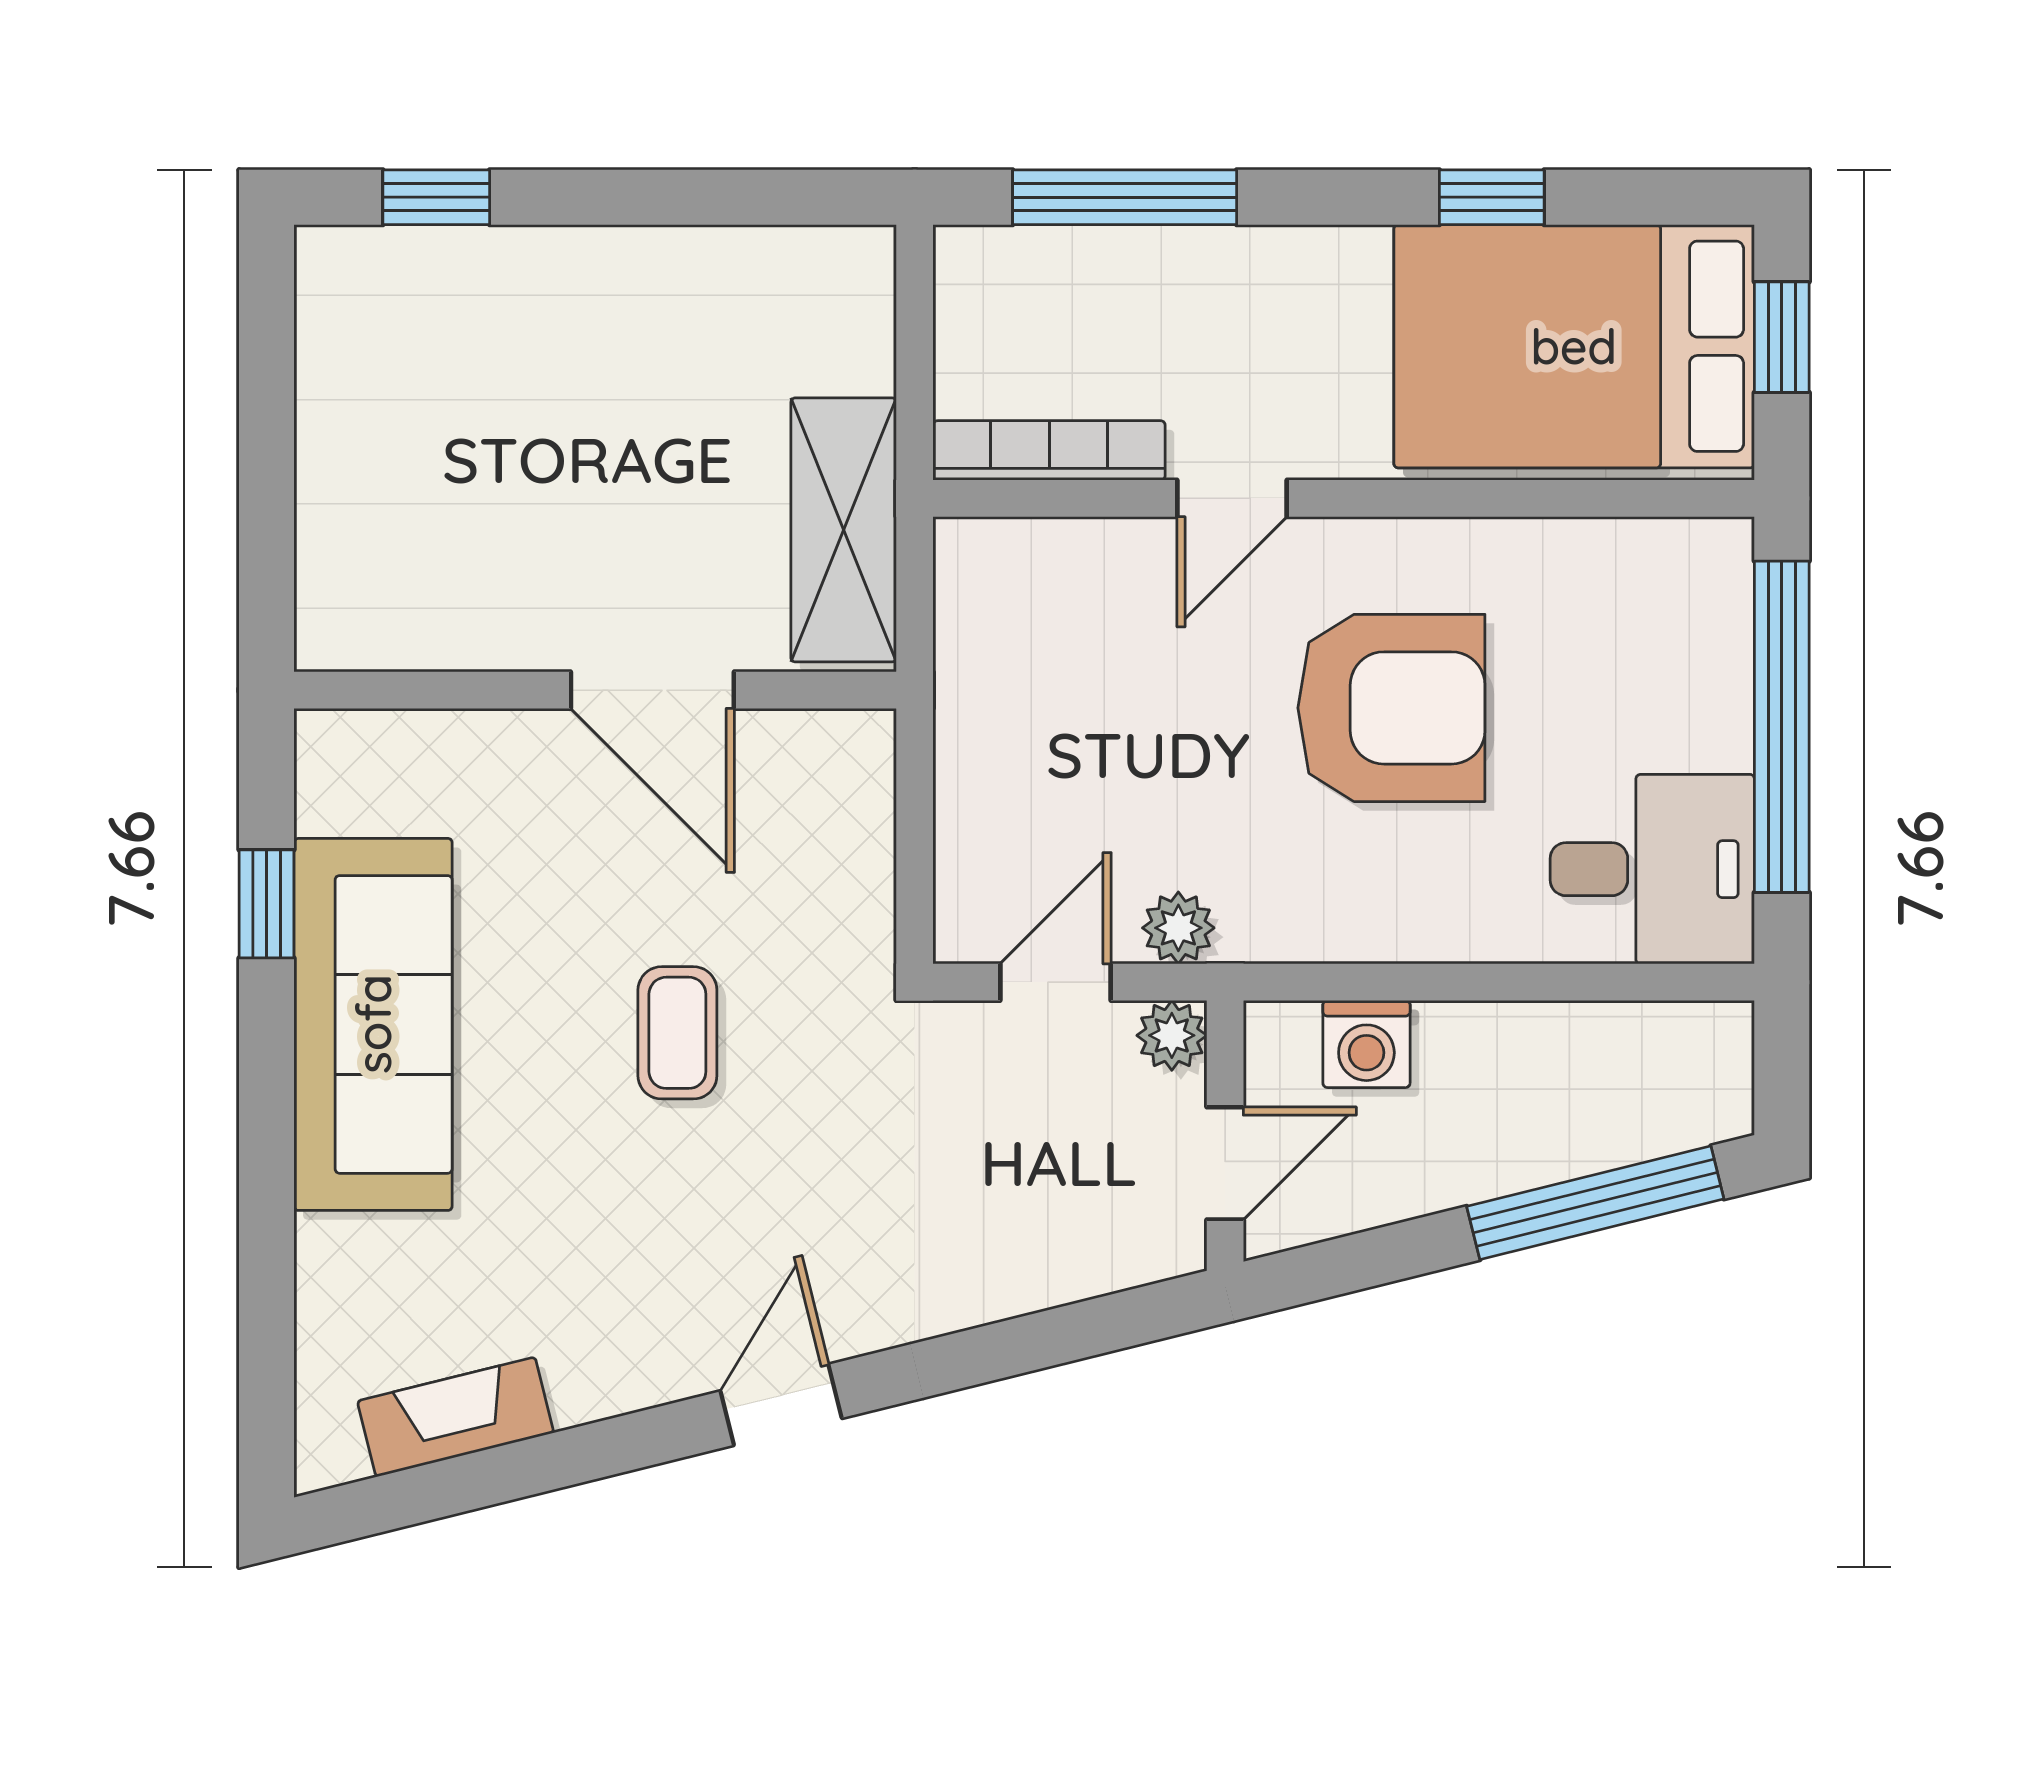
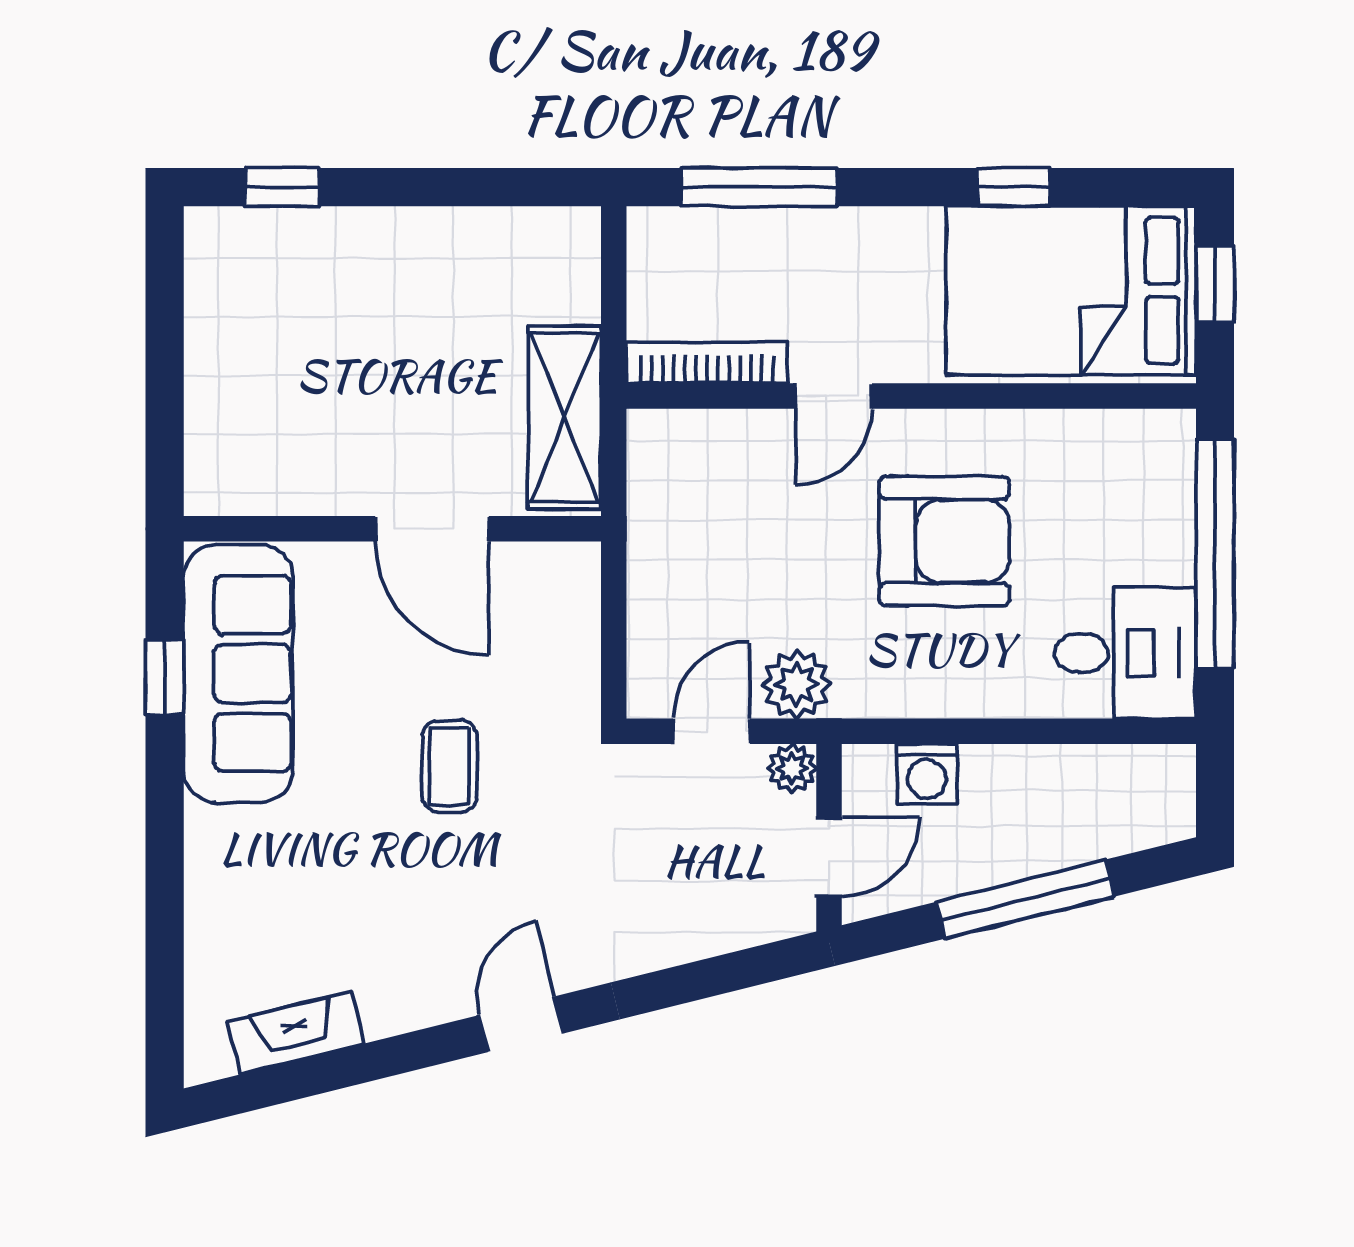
plant: (1178, 928) -> (797, 684), width x1.38, depth x1.38
sofa: (373, 1024) -> (238, 674), moved
window: (1595, 1203) -> (1025, 899), moved

